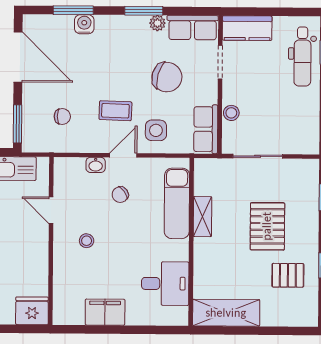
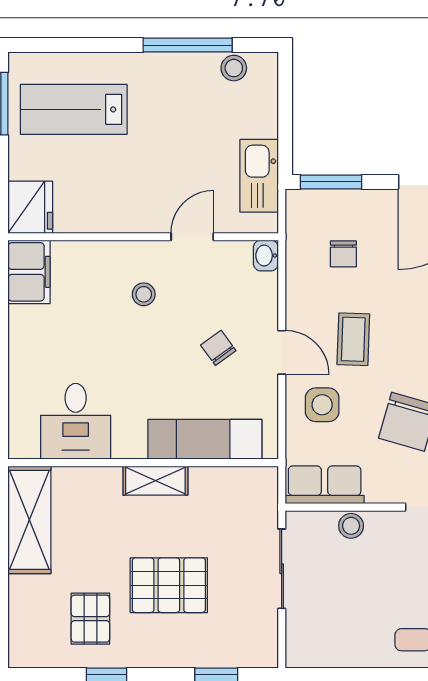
washbasin: (96, 165) -> (266, 256), moved
shelving: (202, 217) -> (155, 481), moved
filing cabinet: (105, 312) -> (29, 272), moved

